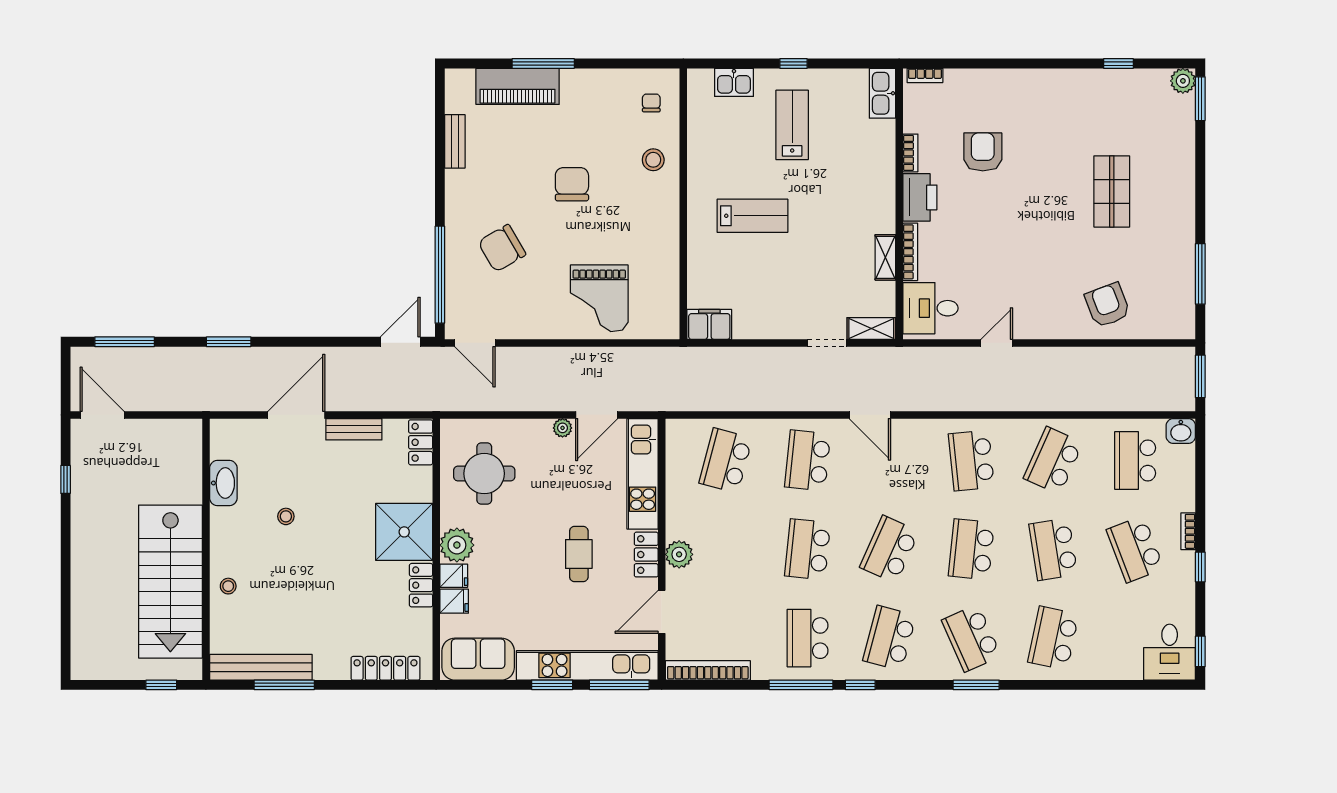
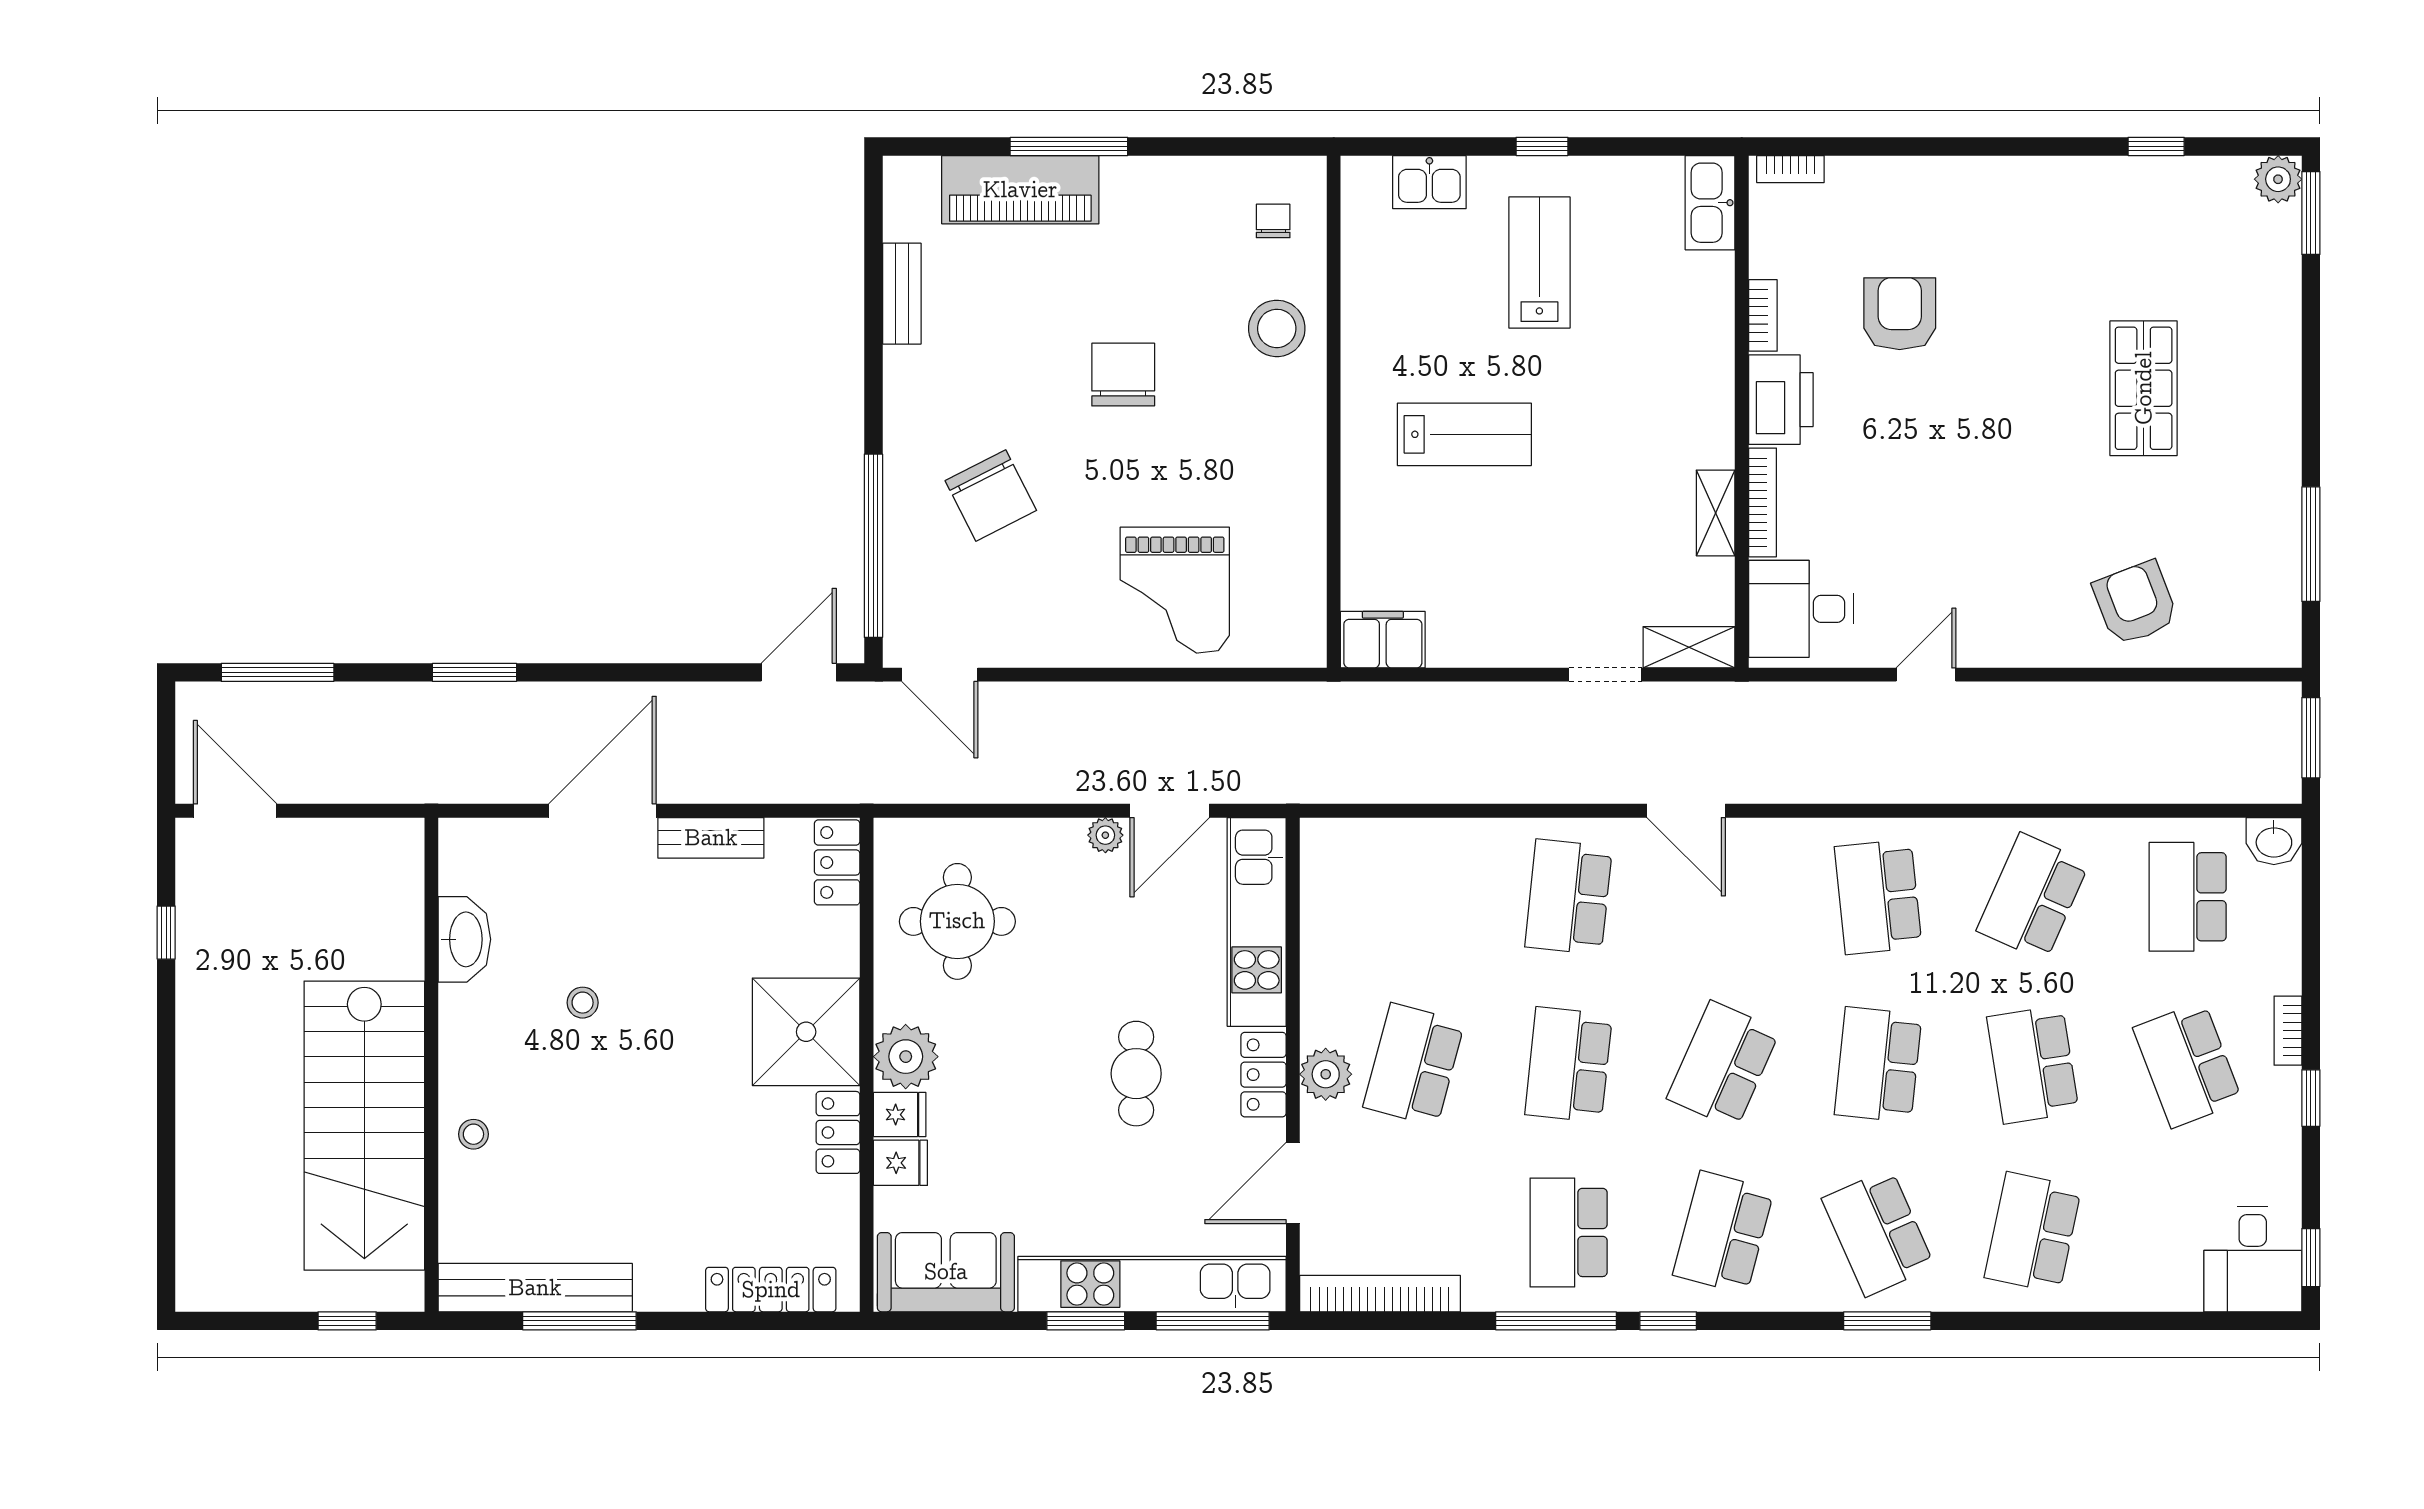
stool: (653, 160) -> (1277, 328), width x1.38, depth x1.38
chair: (502, 248) -> (991, 496), turned -87
school desk: (726, 460) -> (1414, 1065), moved

